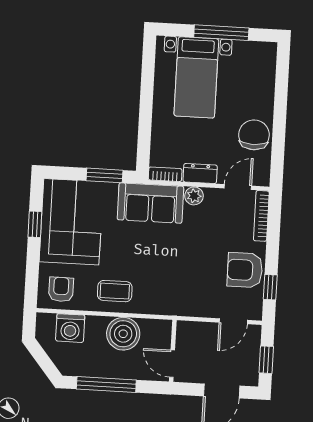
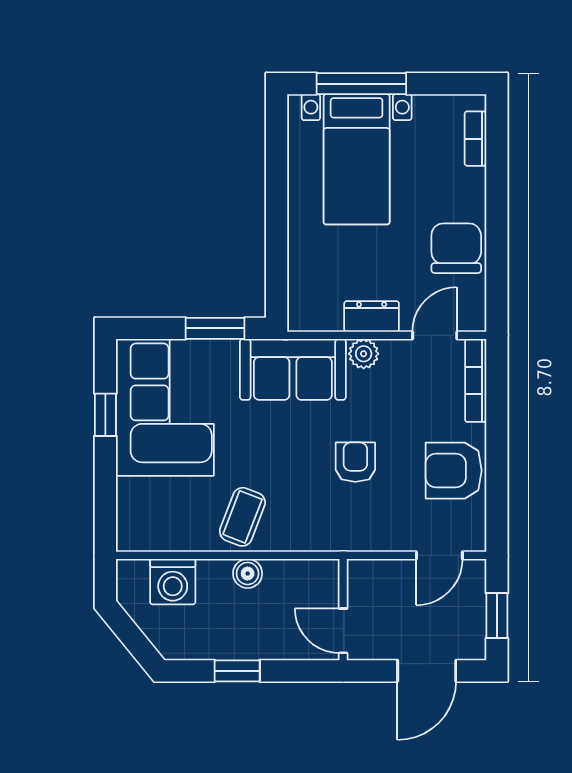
window: (221, 33) -> (361, 84), moved
bookcase: (165, 174) -> (475, 139), moved, turned -90
window: (270, 287) -> (497, 496), removed
armchair: (61, 289) -> (355, 462), moved
coffee table: (115, 291) -> (242, 517), turned -69
boiler: (123, 334) -> (248, 573), width x0.54, depth x0.54
window: (106, 384) -> (237, 671), width x0.46

